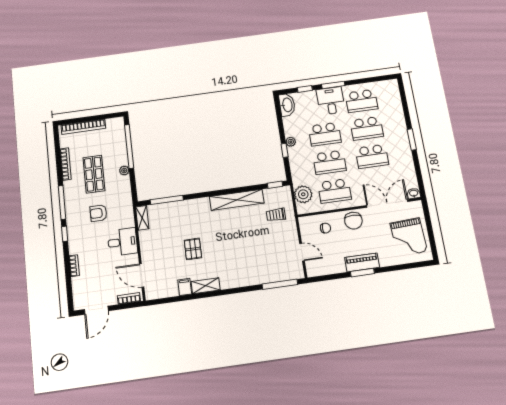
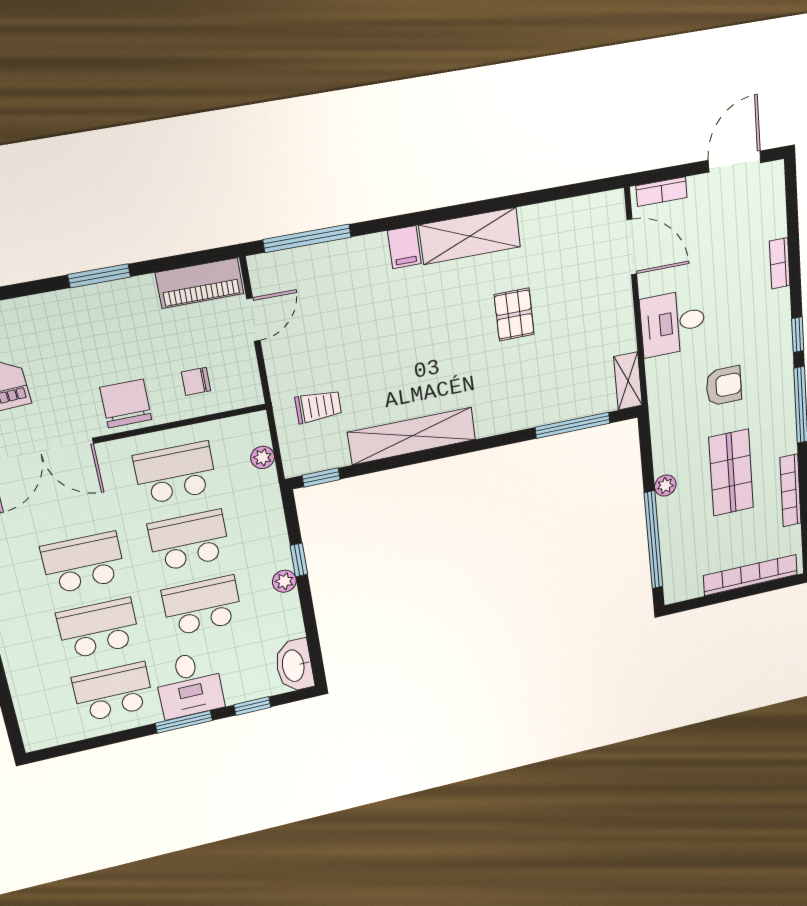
plant: (303, 194) -> (263, 457), width x0.53, depth x0.53
door: (302, 252) -> (253, 320), swing flipped
piano: (362, 262) -> (200, 283), moved
shelving: (206, 286) -> (470, 236), width x1.50, depth x1.33
filing cabinet: (185, 287) -> (404, 247), moved

